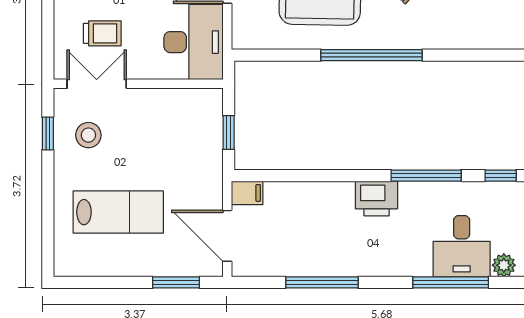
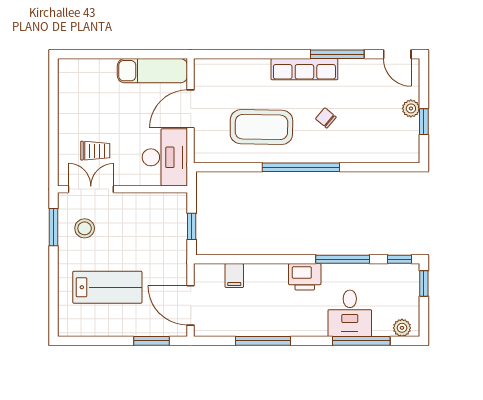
window: (48, 133) -> (54, 227), width x1.50
filing cabinet: (247, 193) -> (234, 276), moved, turned 90
desk: (462, 246) -> (350, 313), moved

